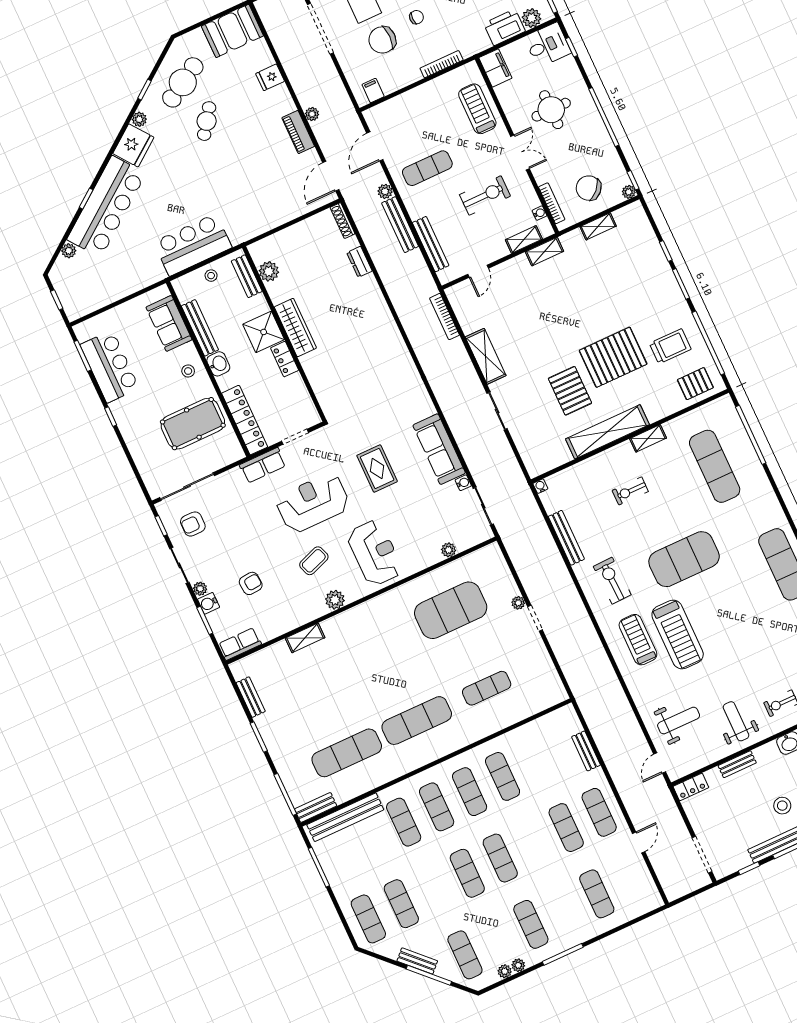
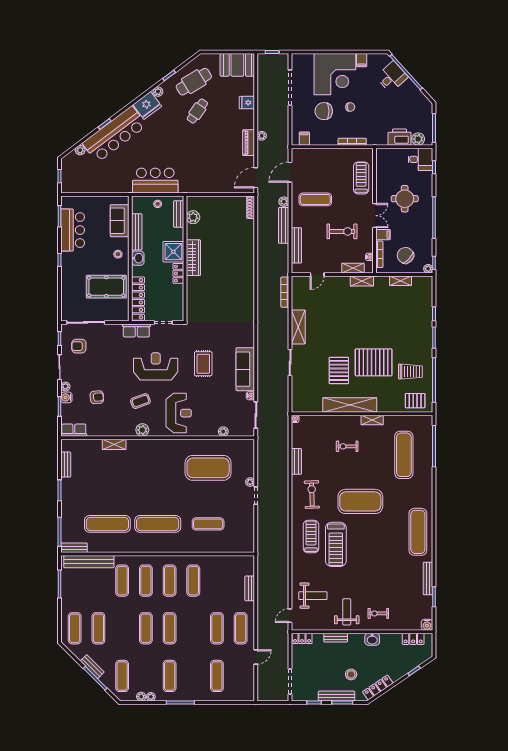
filing cabinet: (495, 68) -> (383, 235), moved, width x0.50
dresser: (359, 262) -> (249, 236), removed
bench: (566, 538) -> (296, 461), width x0.73

